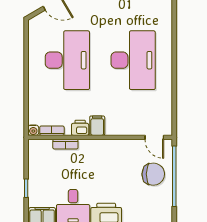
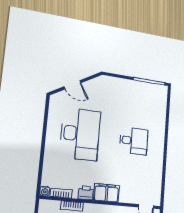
desk: (133, 60) -> (134, 141), width x0.53, depth x0.77
filing cabinet: (97, 126) -> (107, 193), width x2.00

